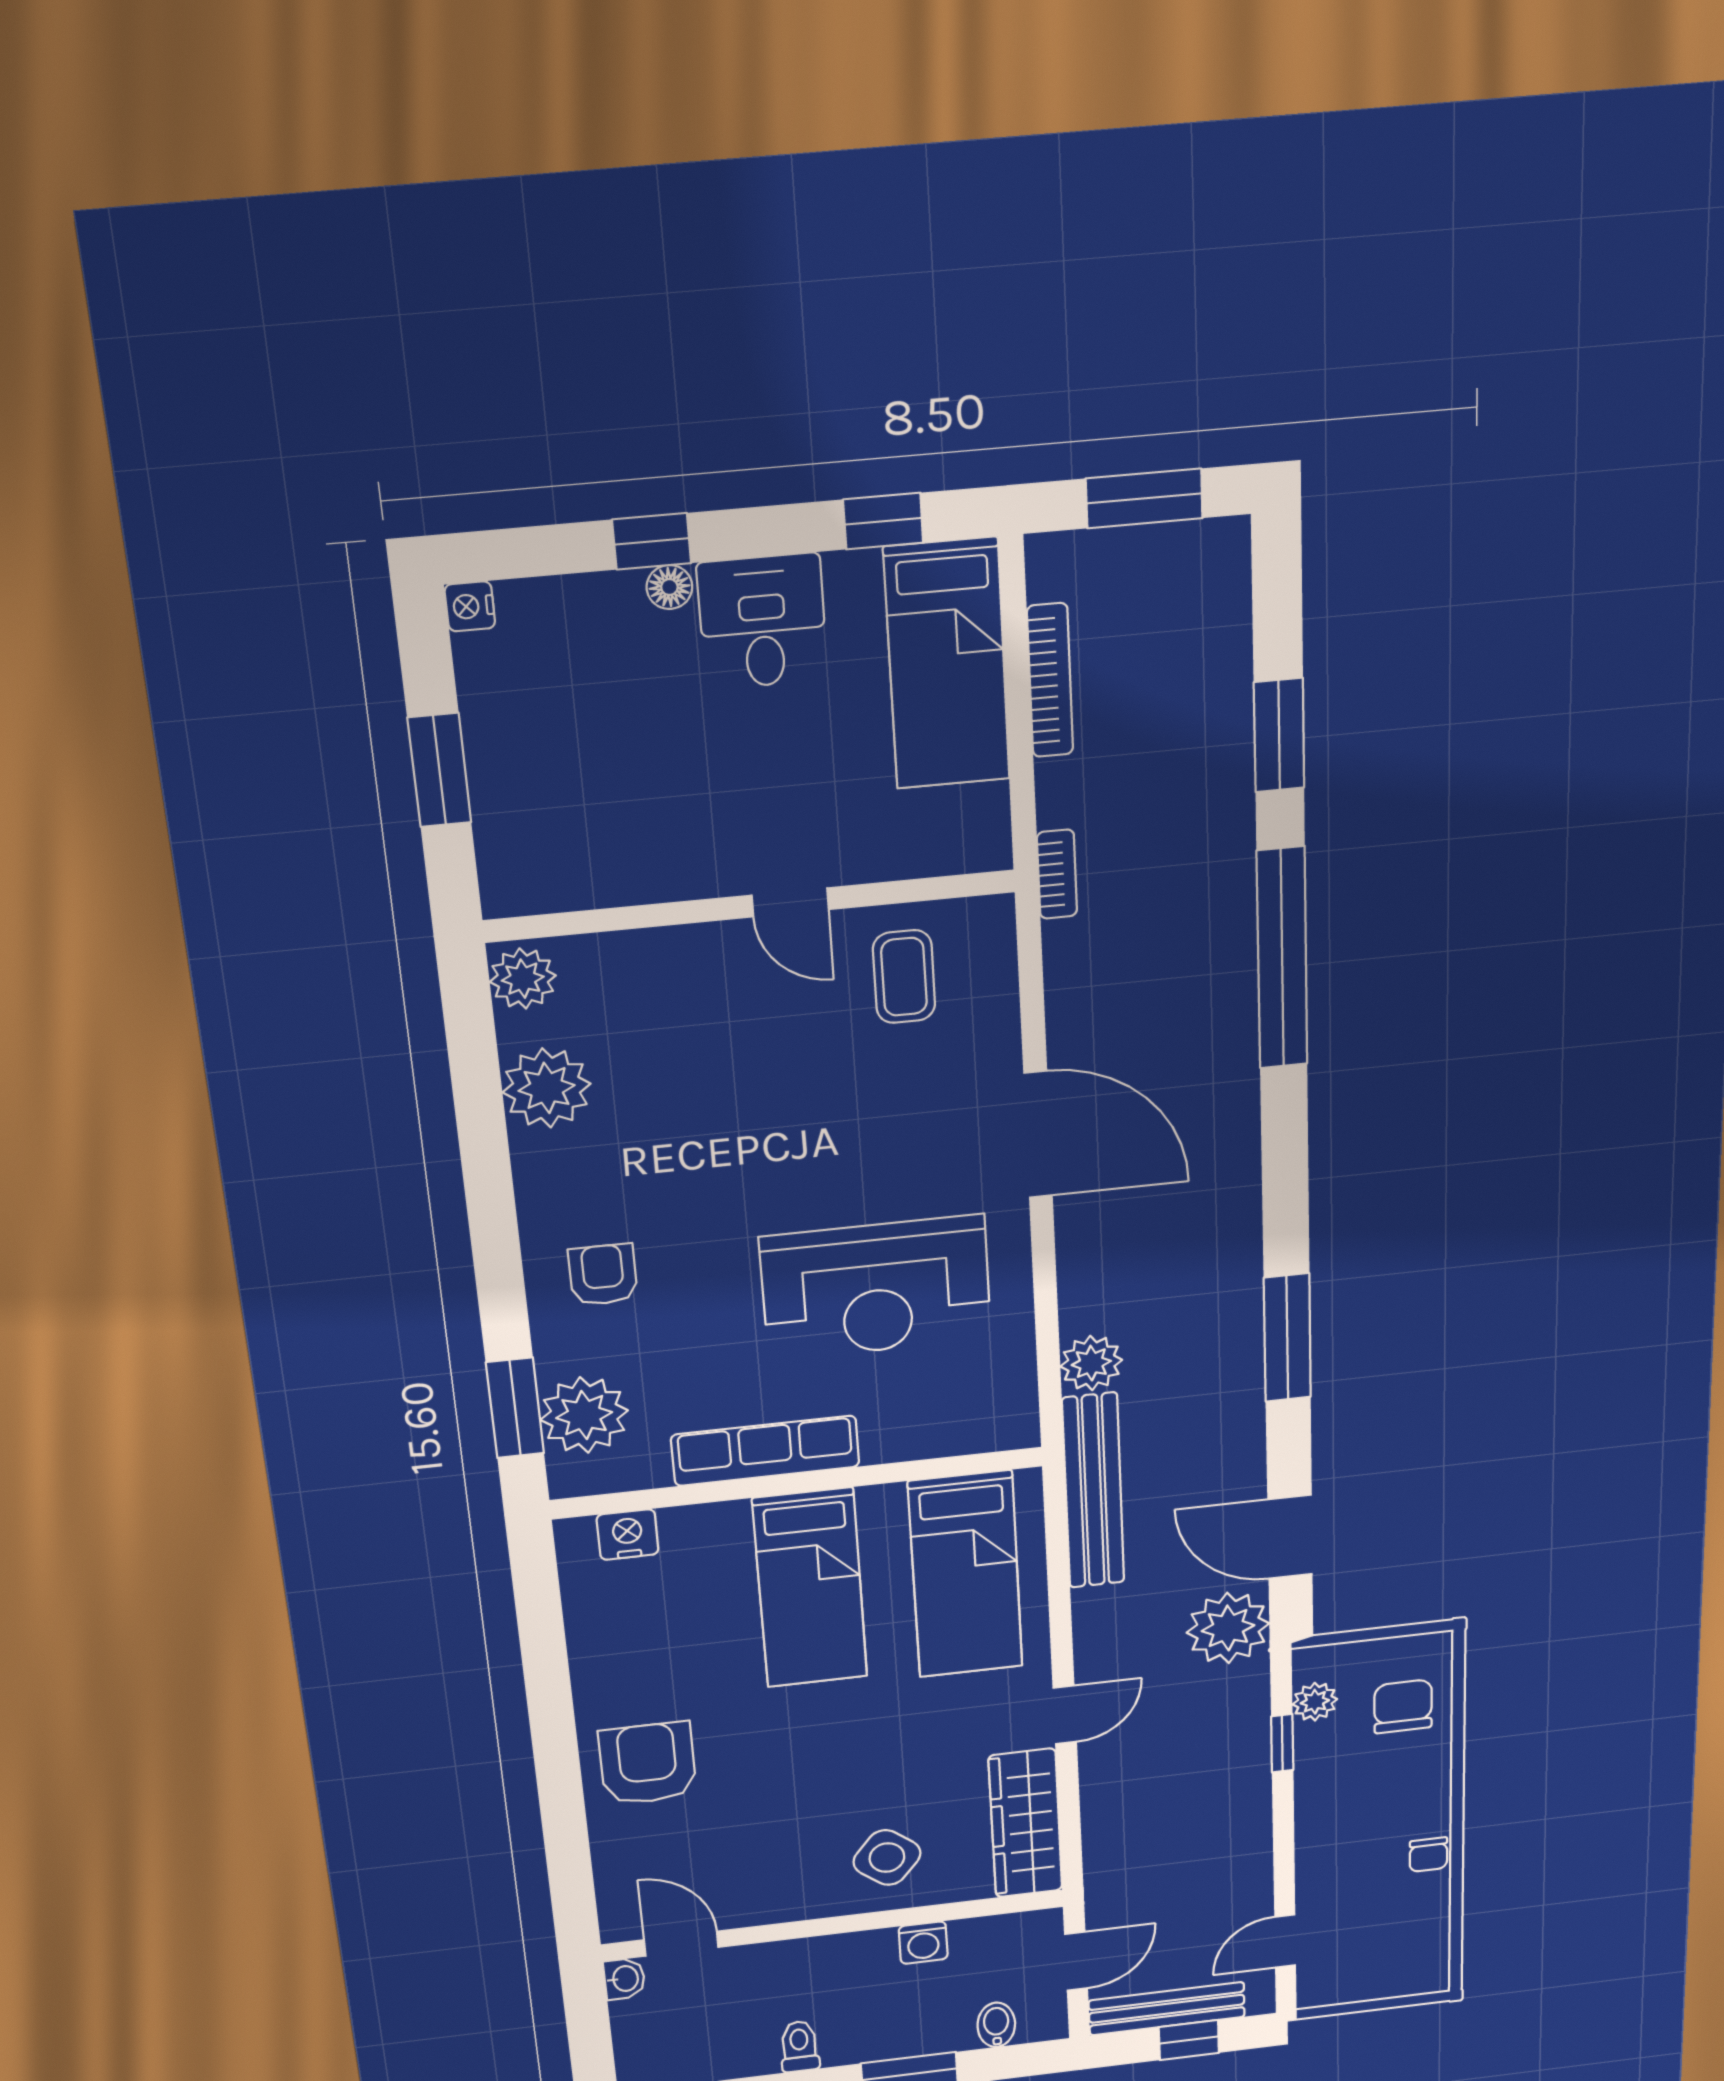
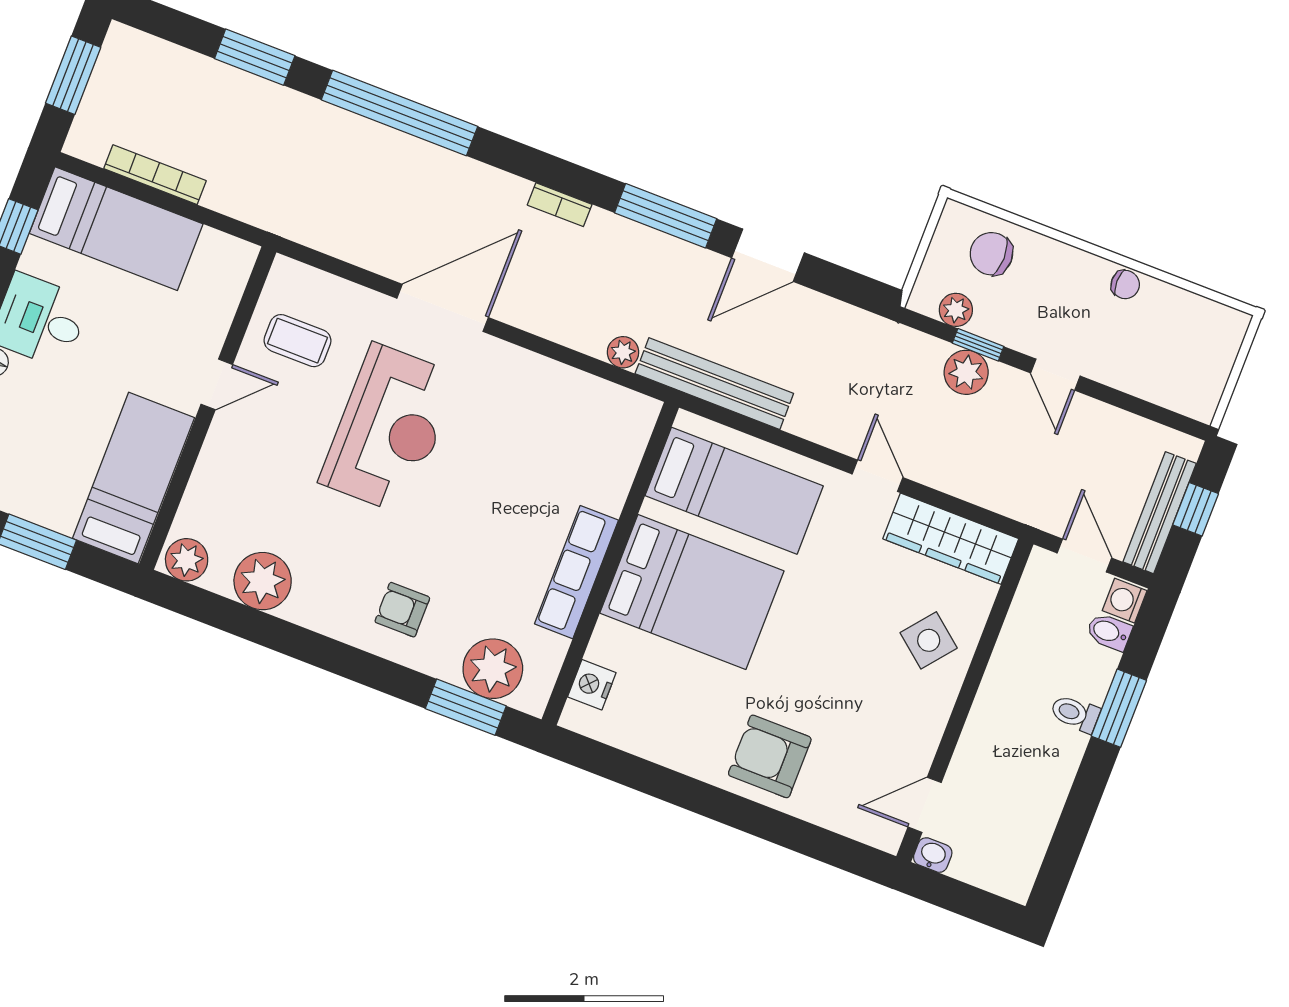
bed: (601, 855) -> (133, 478), added
bookcase: (1057, 874) -> (560, 205), moved, turned 180
reception desk: (876, 1288) -> (389, 429), moved
plant: (1091, 1363) -> (623, 352), width x0.73, depth x0.73
door: (1290, 1537) -> (768, 255), moved
bed: (810, 1588) -> (692, 592), width x1.50
plant: (1228, 1628) -> (966, 372), moved, width x0.73, depth x0.73
door: (1285, 1941) -> (1055, 375), moved
washing machine: (923, 1943) -> (1125, 601), moved, turned 180
toilet: (799, 2046) -> (1075, 714), moved

